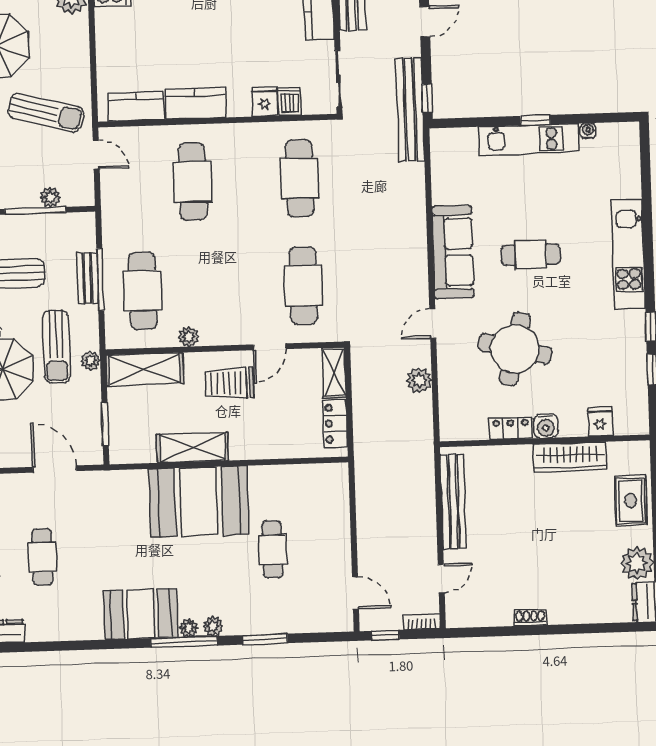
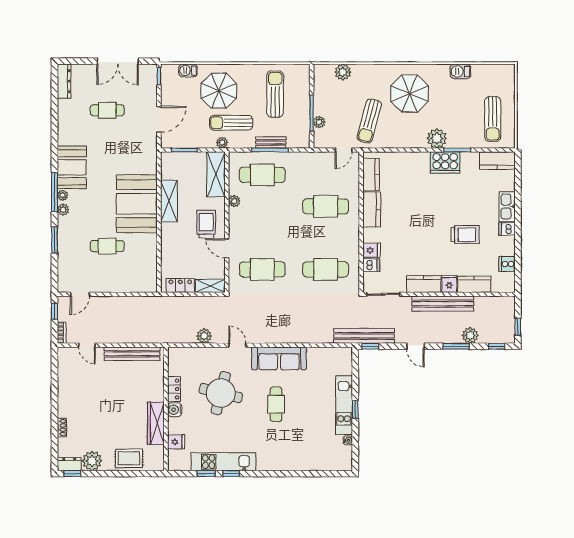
kitchen unit: (628, 254) -> (223, 462), moved
shoe rack: (530, 618) -> (62, 428), moved

